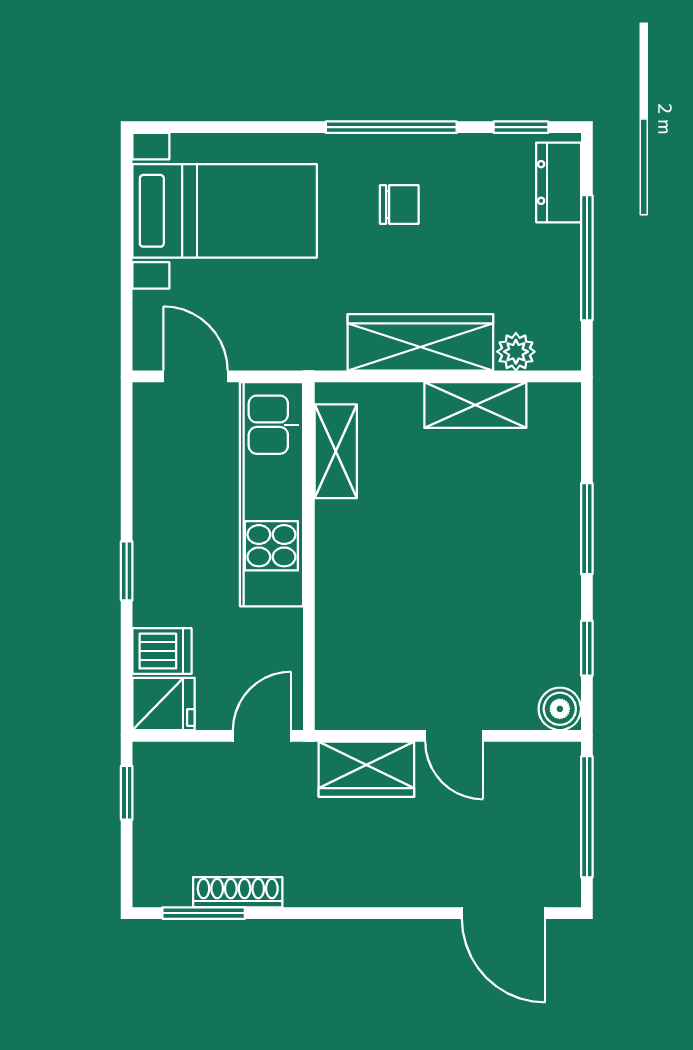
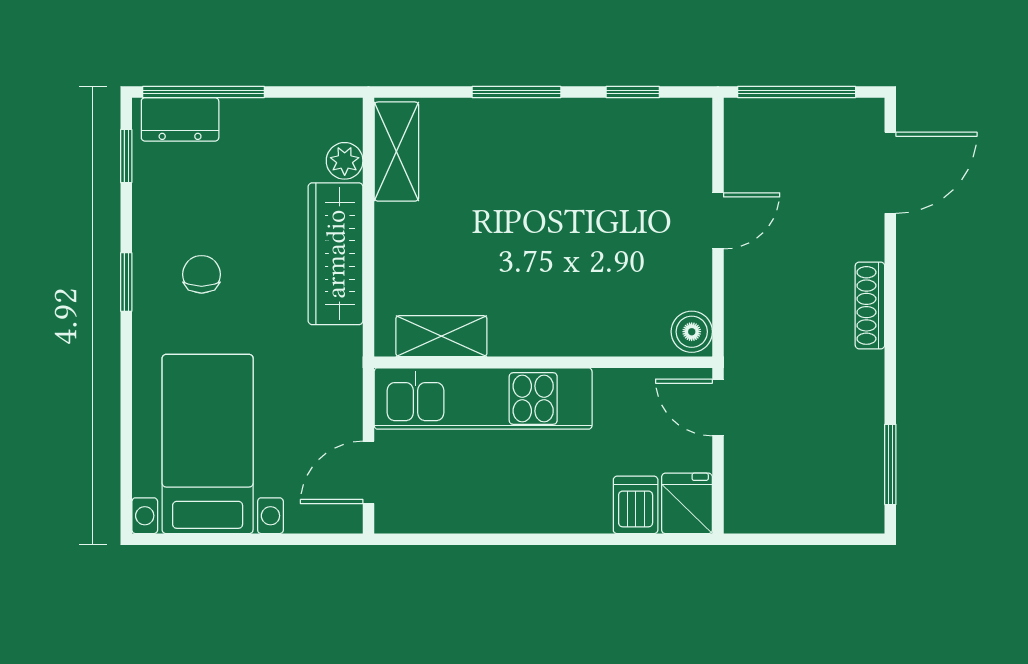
window: (391, 127) -> (126, 282), width x0.46
window: (587, 258) -> (204, 92), moved
shelving: (475, 405) -> (396, 152), moved
window: (127, 571) -> (558, 539), removed
boiler: (560, 709) -> (692, 332), moved
wardrobe: (366, 769) -> (750, 306), removed
window: (127, 793) -> (773, 539), removed
shoe rack: (238, 892) -> (870, 305), moved

